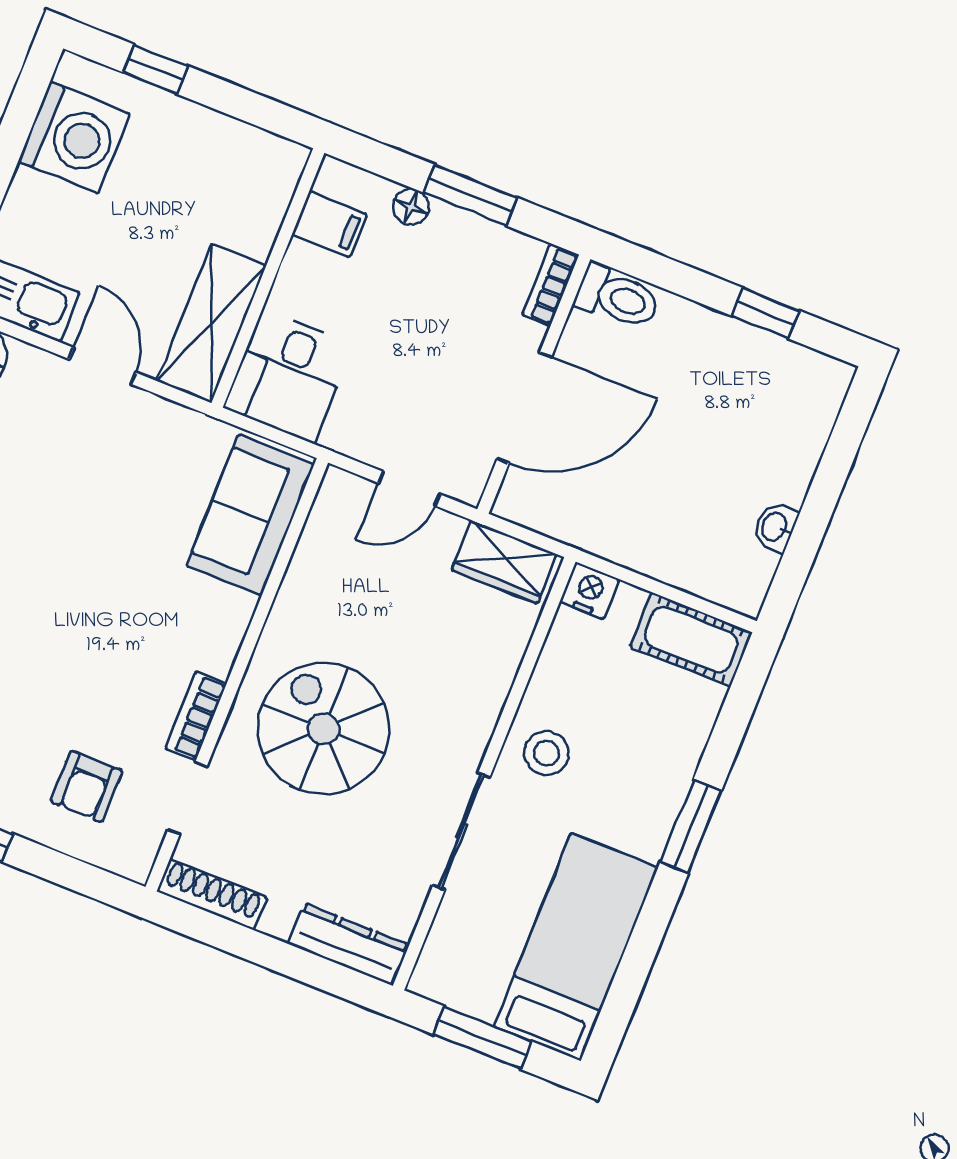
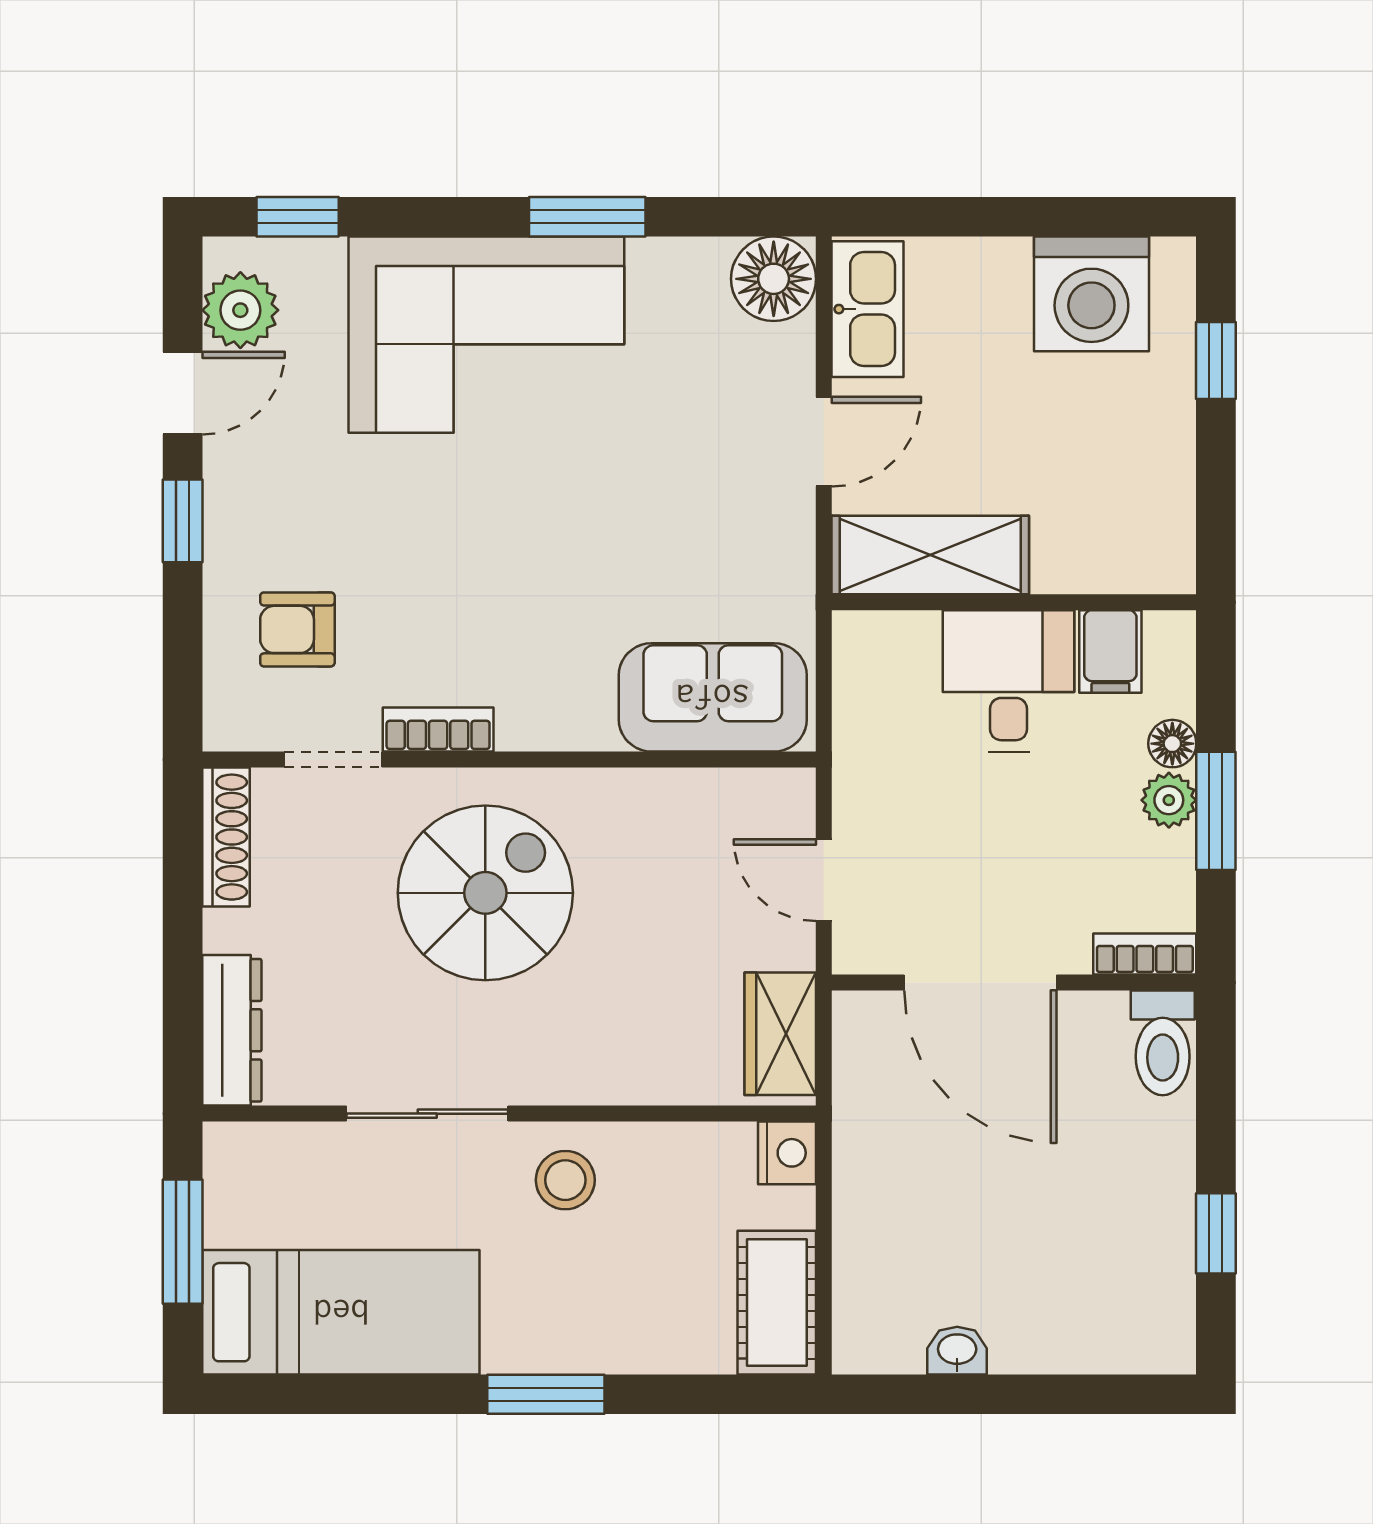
plant: (450, 225) -> (1169, 800), added
desk: (288, 376) -> (1009, 681), moved, turned 90

